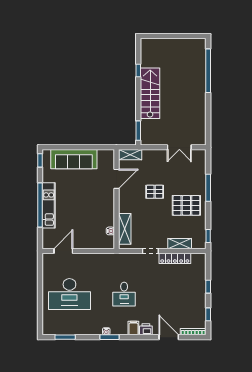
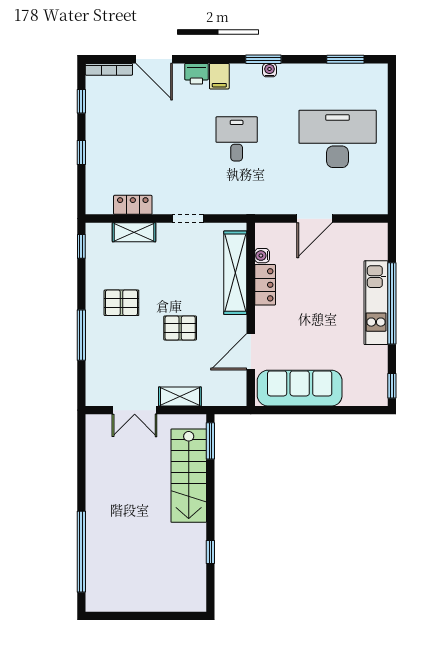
stairs: (150, 93) -> (189, 476), moved
double door: (179, 147) -> (135, 410), swing flipped
shelving: (130, 155) -> (180, 397), moved
sofa: (74, 159) -> (300, 388), moved
pallet: (186, 205) -> (121, 303), width x0.67, depth x0.71
locker: (109, 215) -> (265, 285), added
shelving: (125, 229) -> (235, 273), width x1.47
door: (63, 251) -> (314, 219), moved
locker: (175, 258) -> (133, 205), width x0.66

